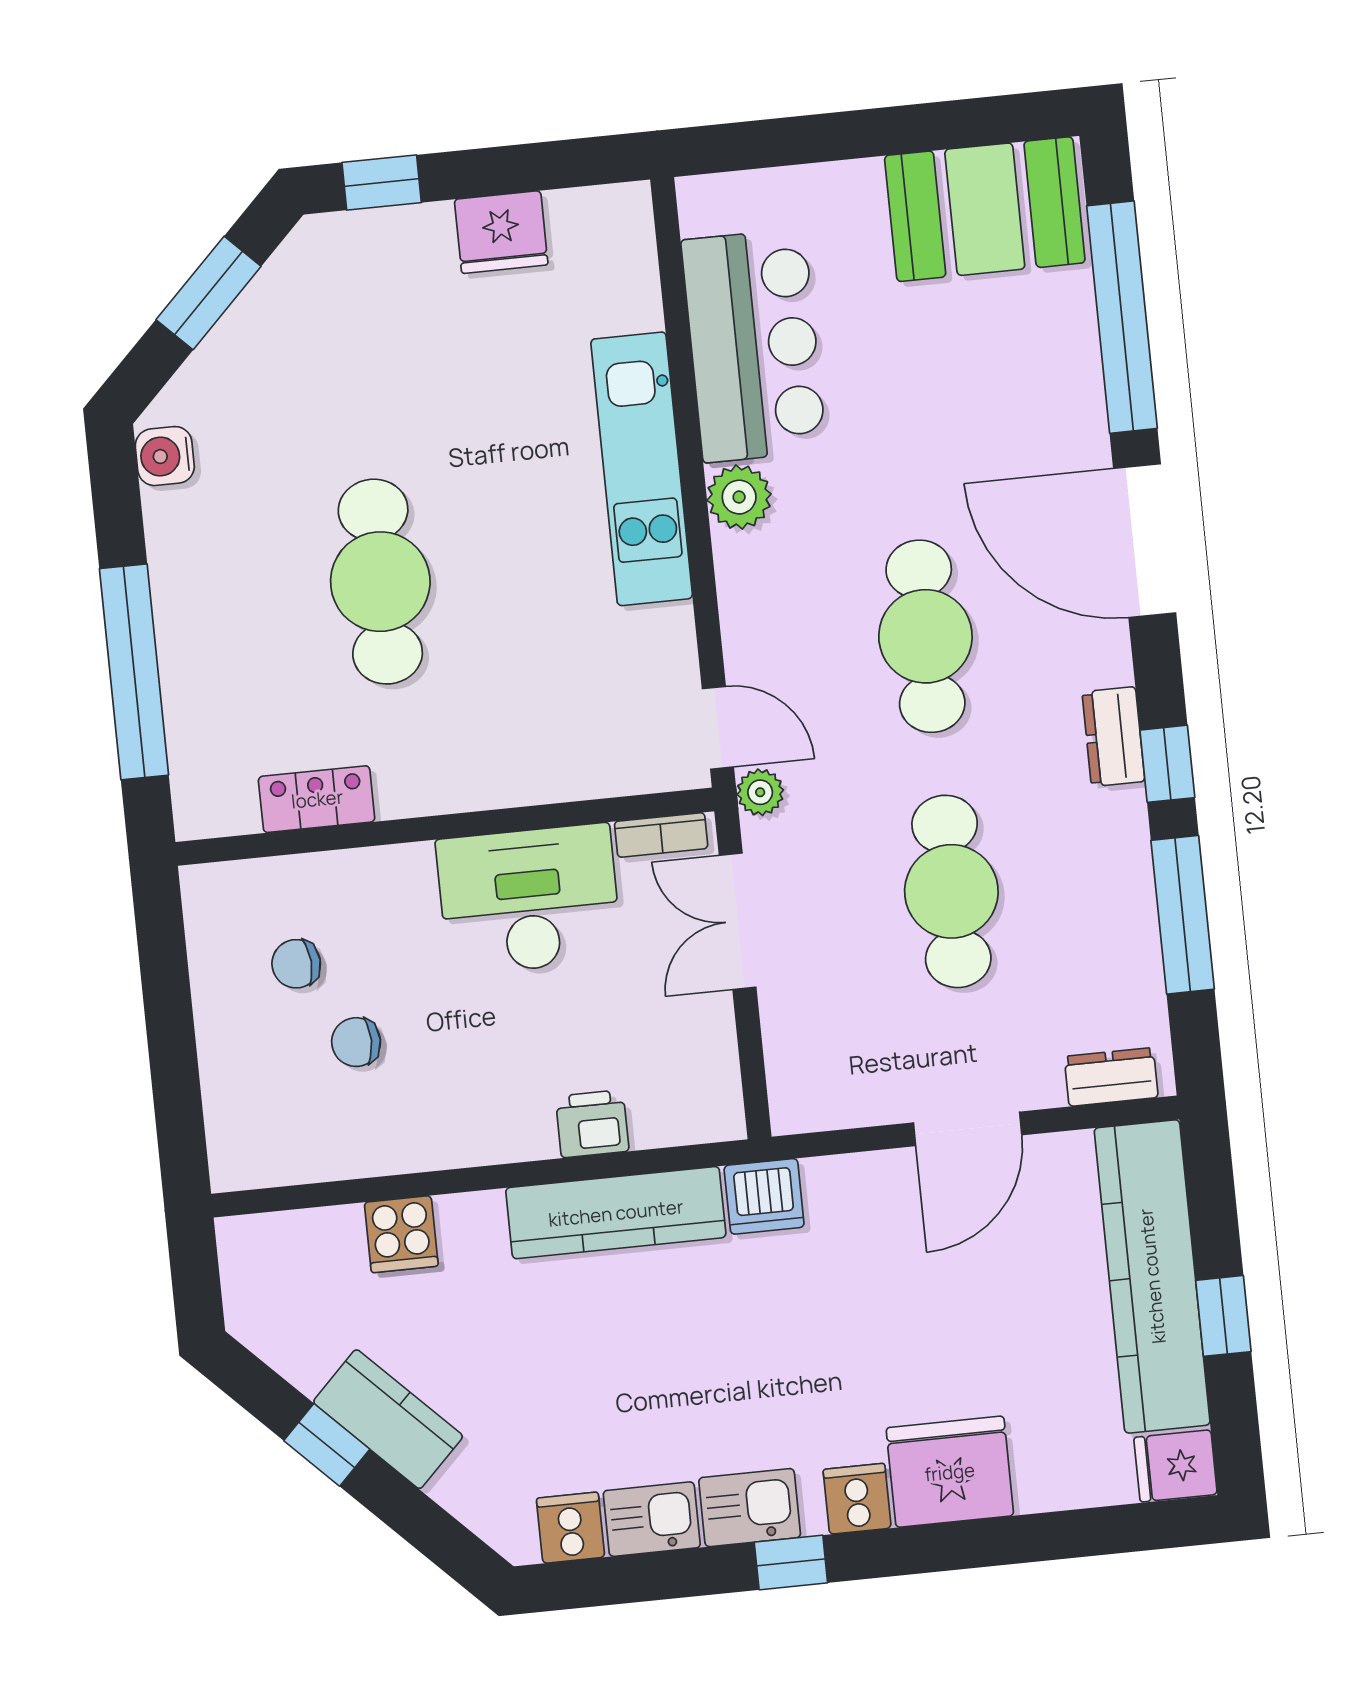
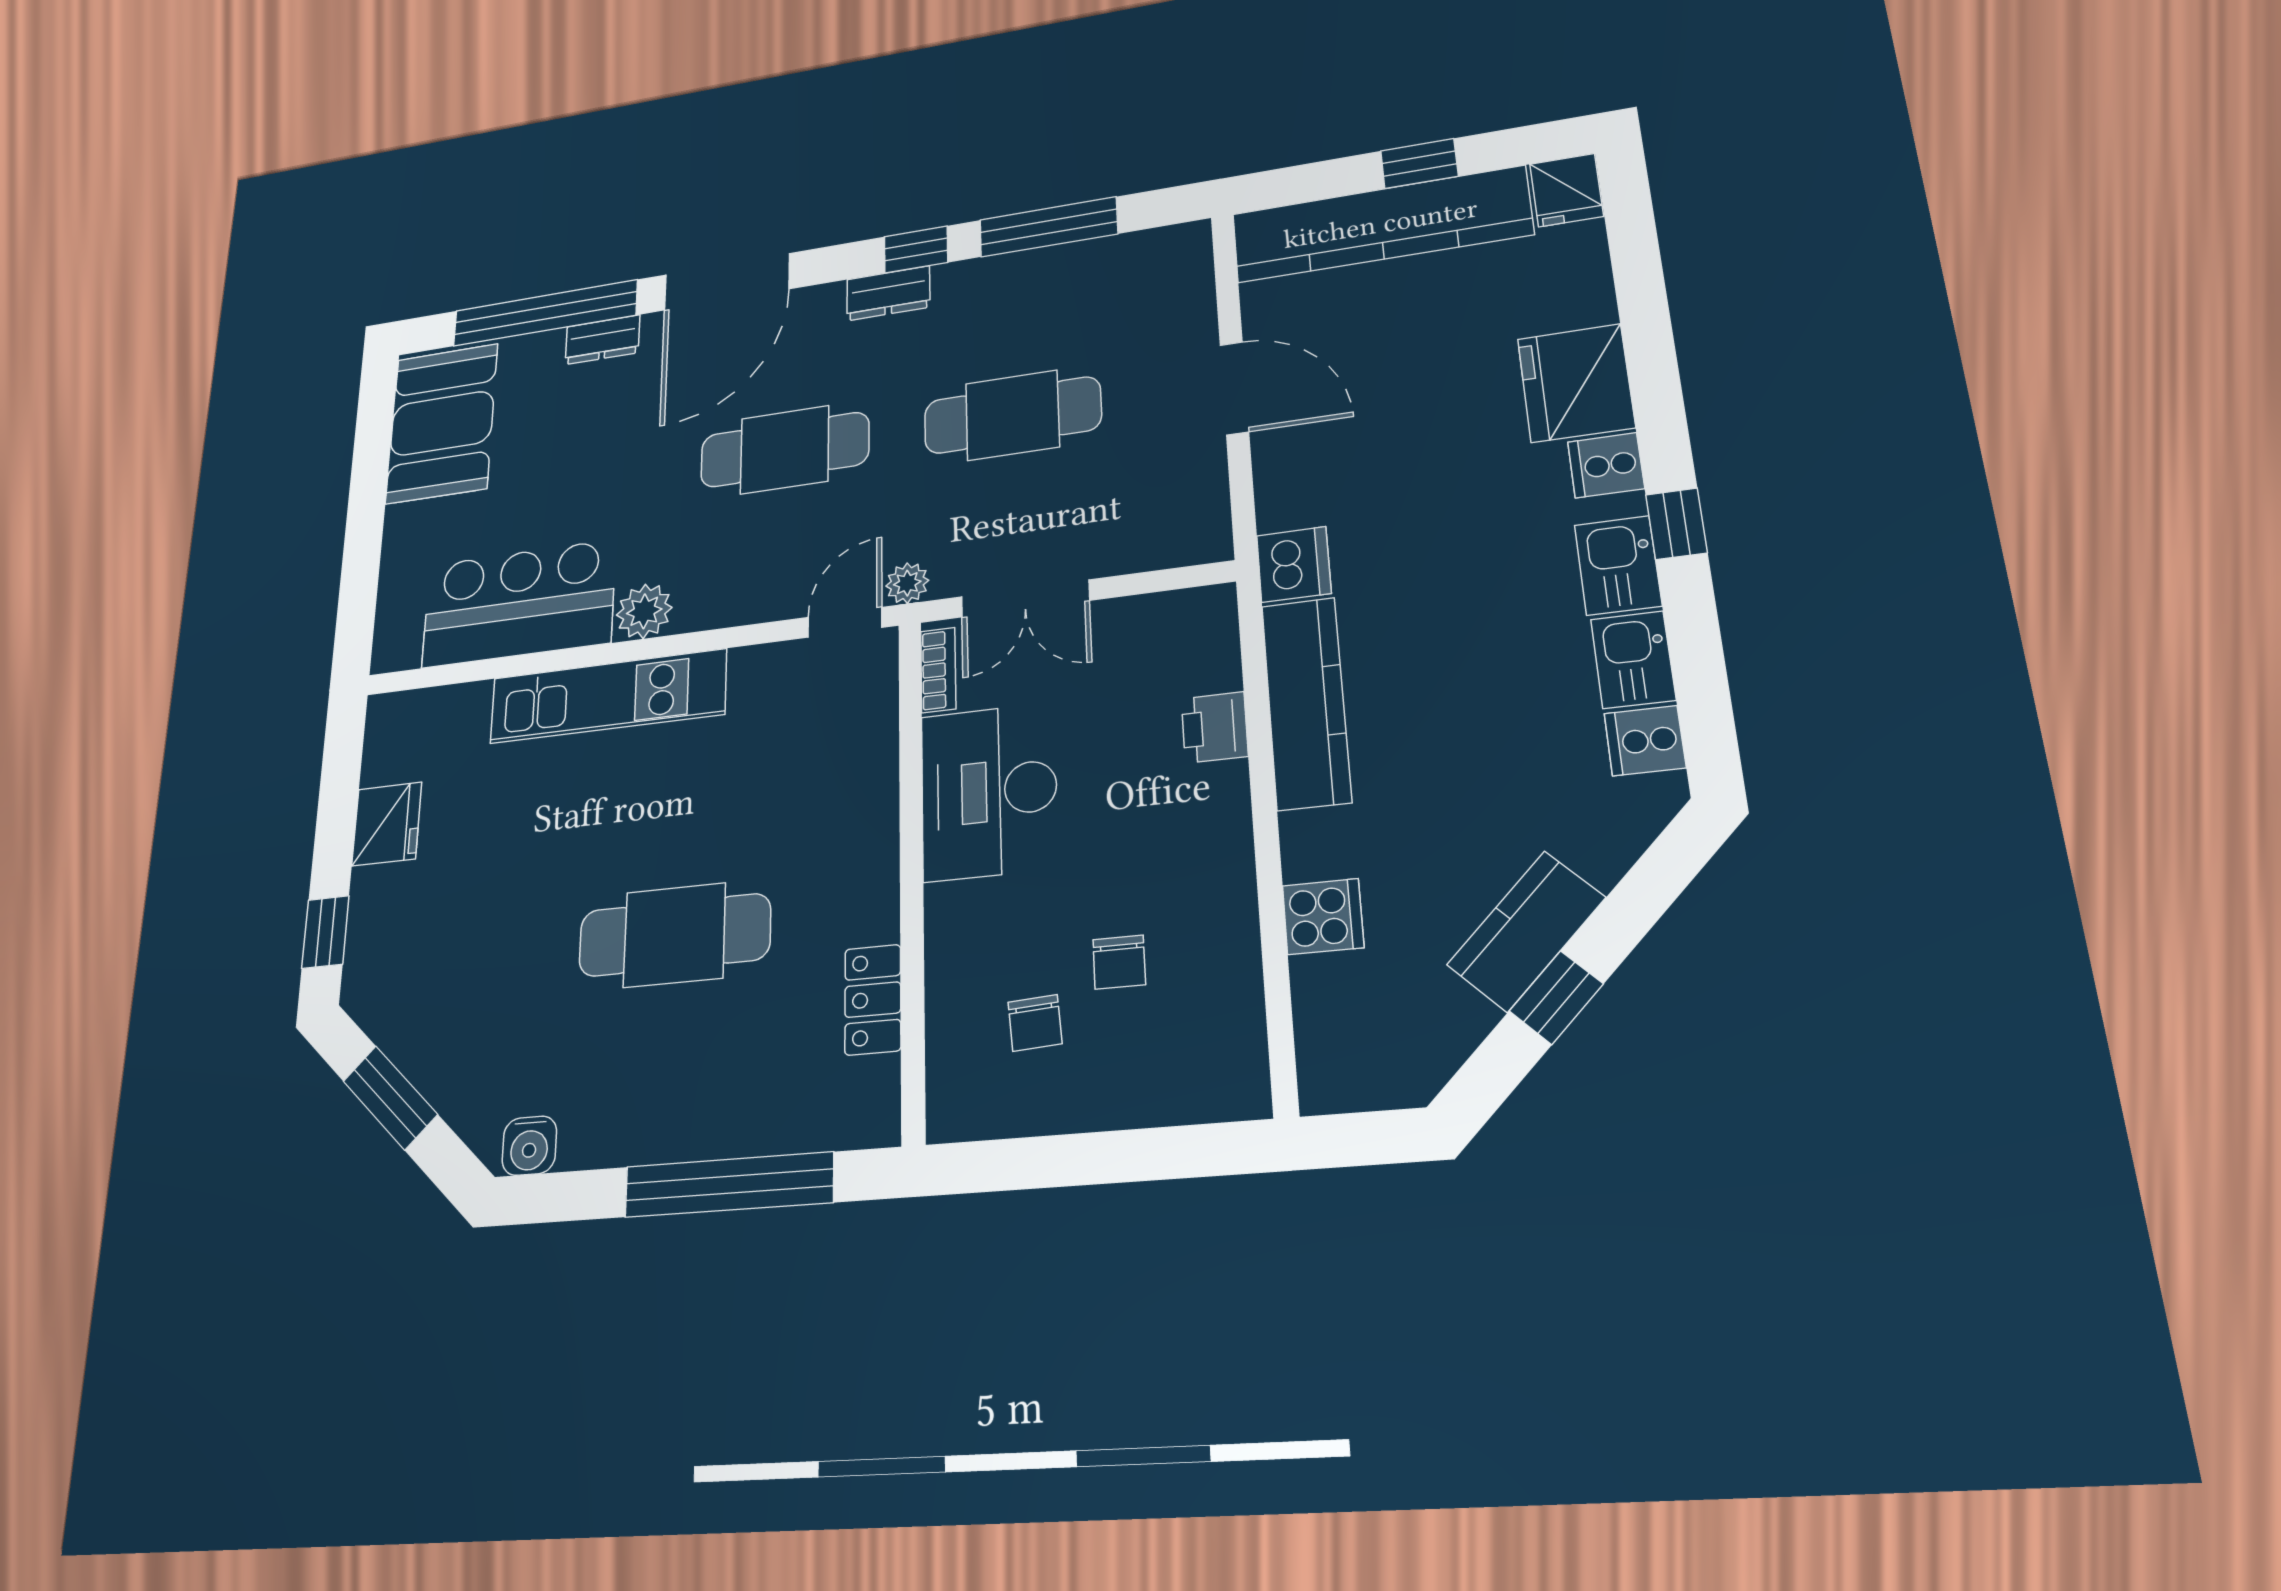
dresser: (1111, 1077) -> (602, 340), moved, turned -90

